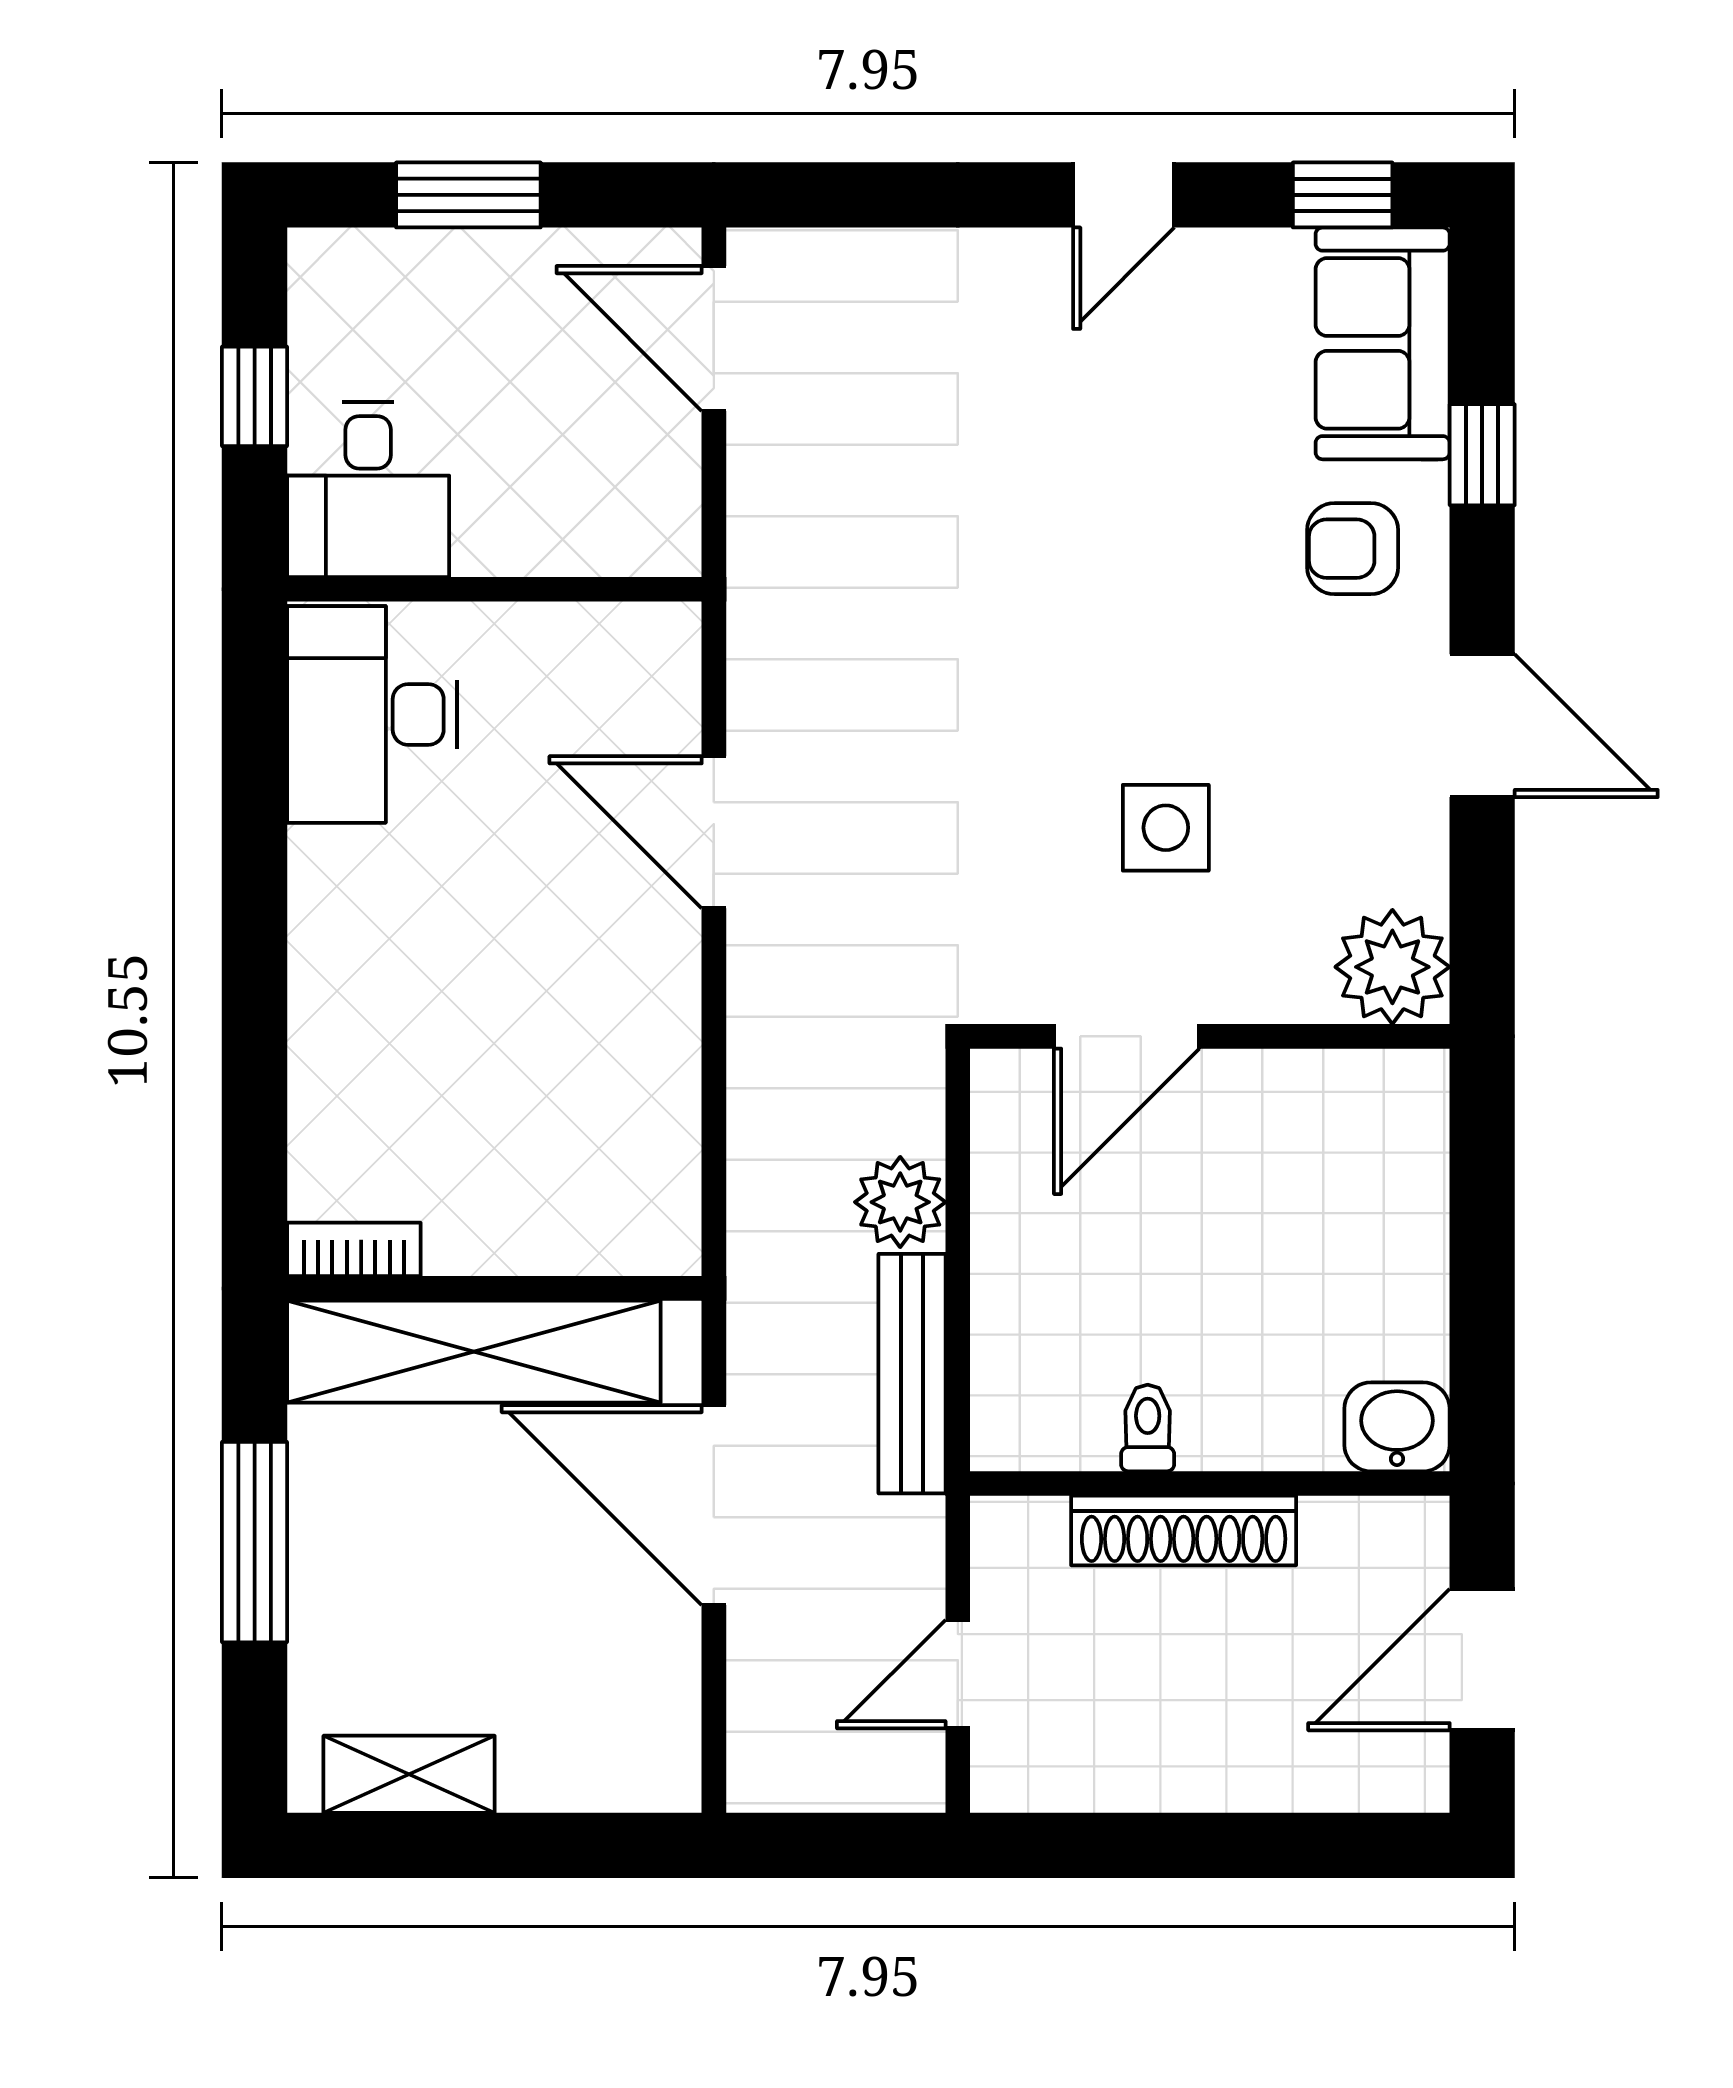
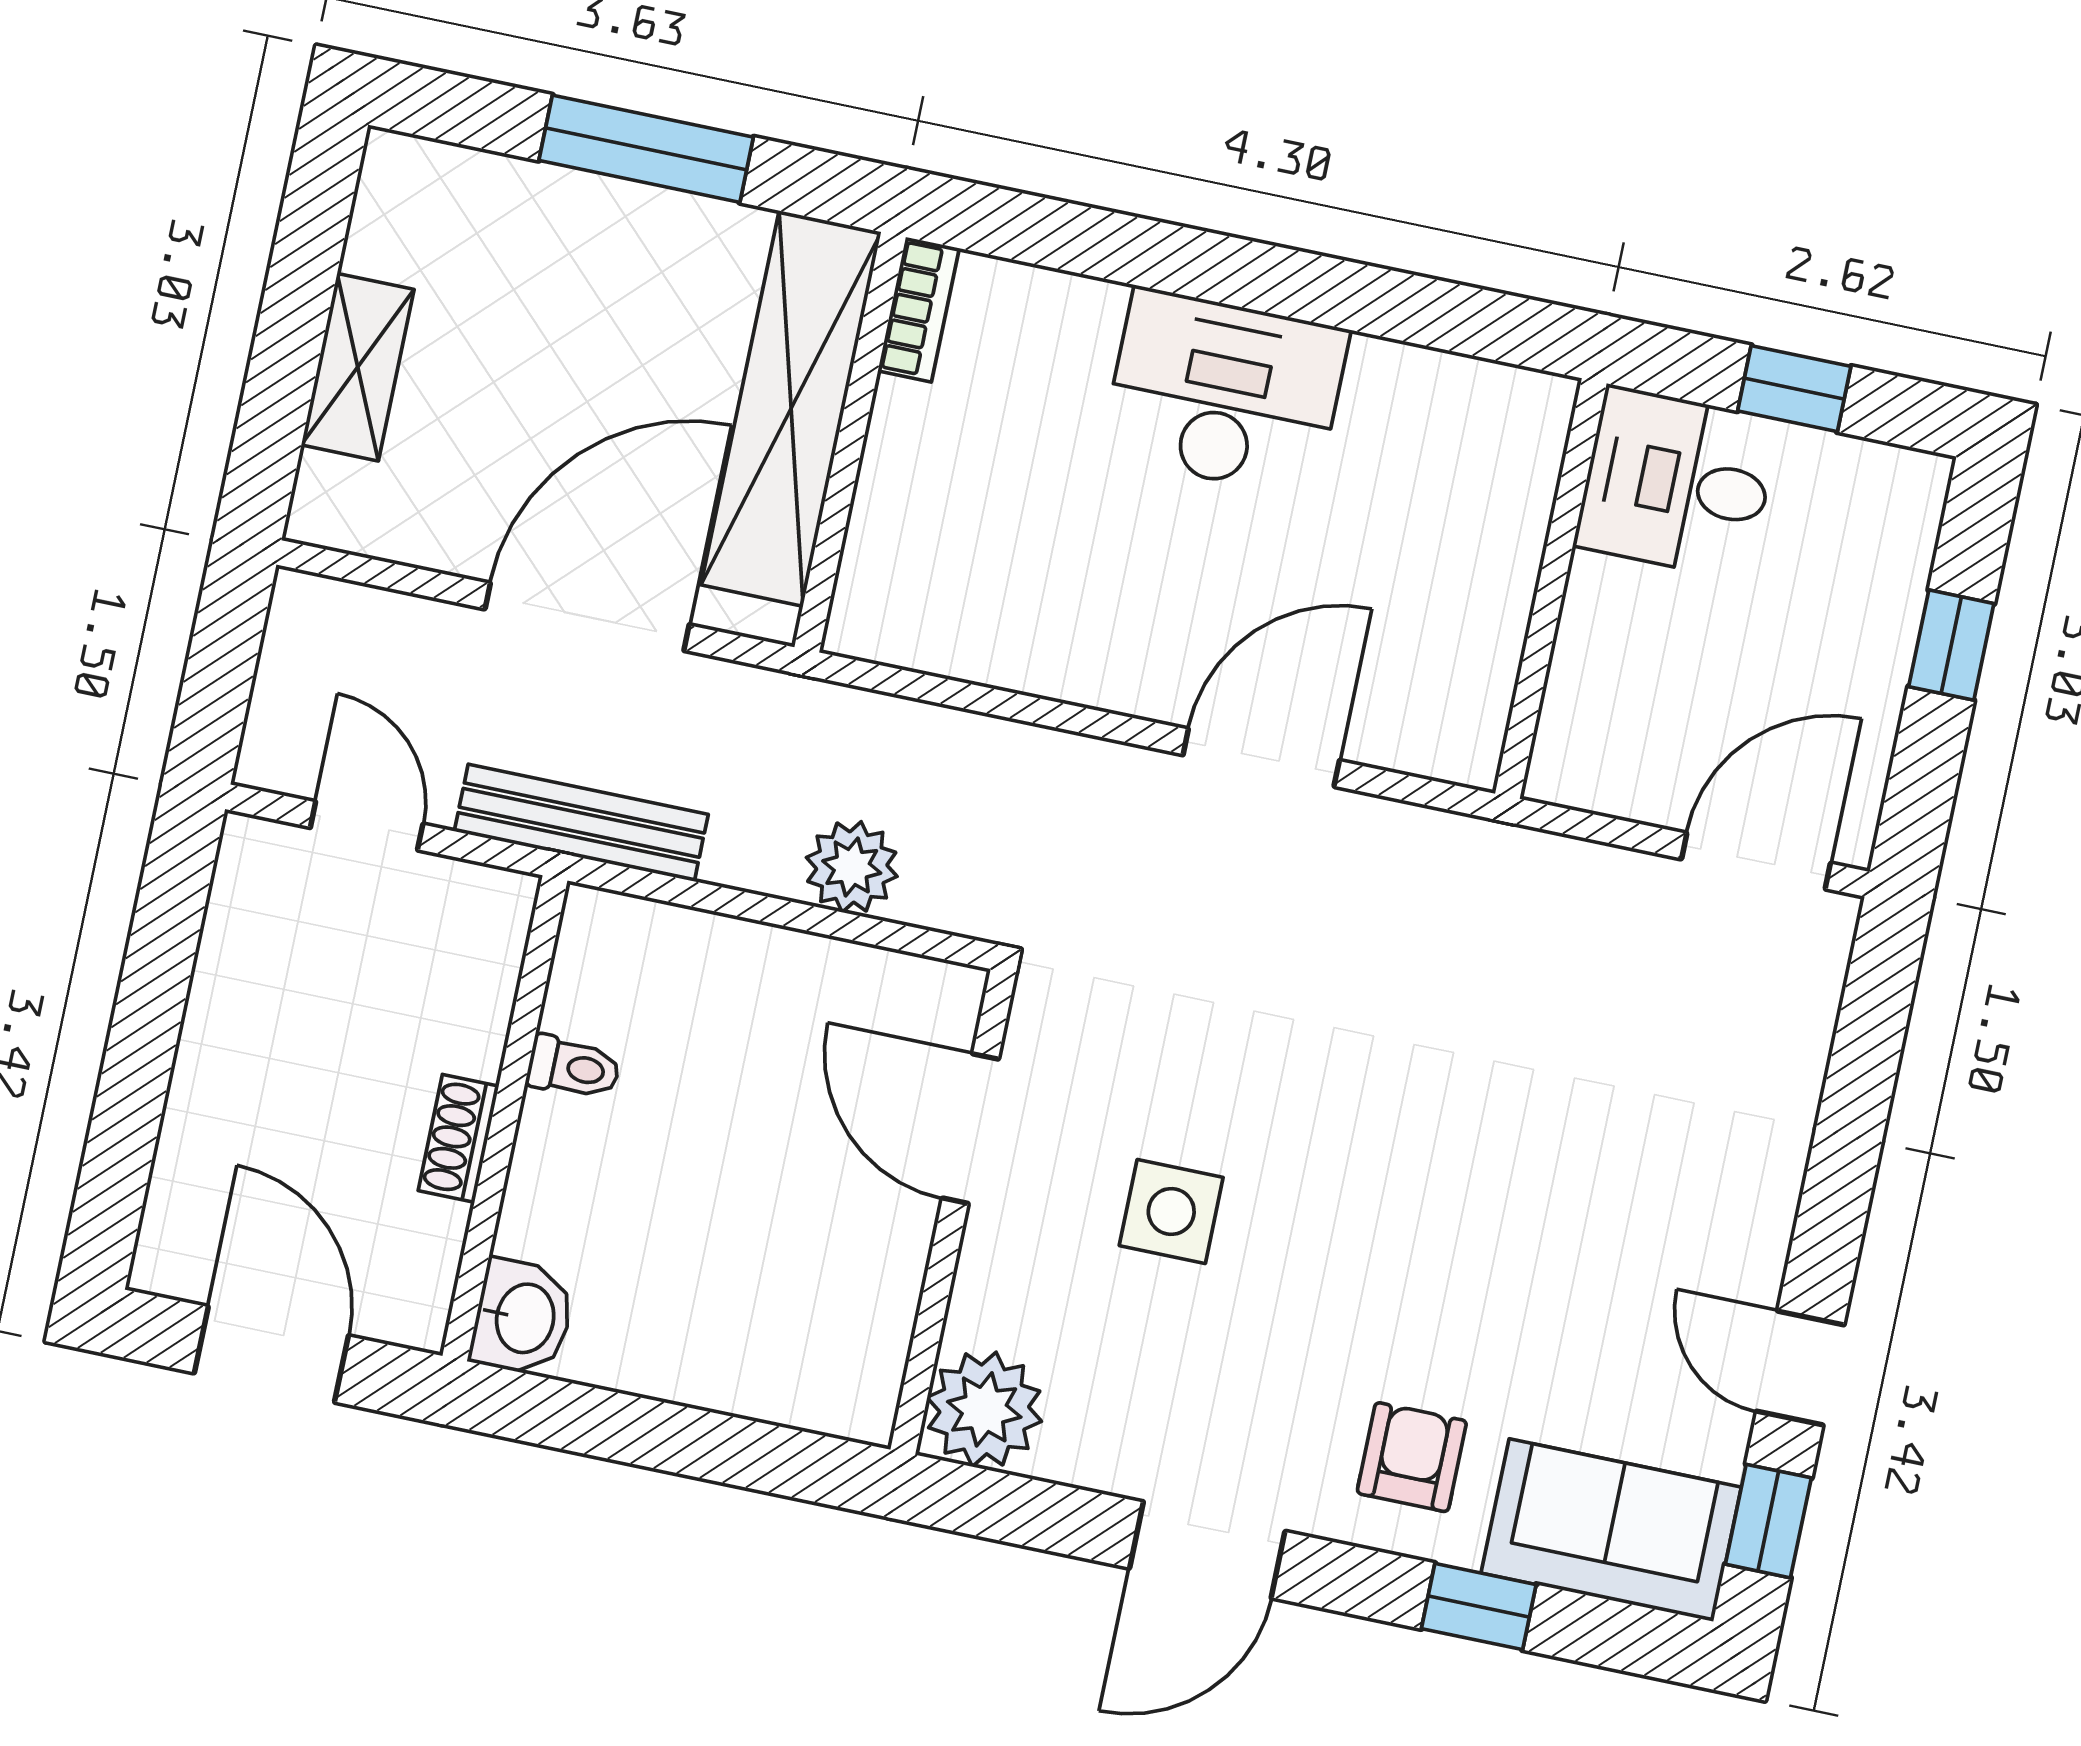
window: (468, 195) -> (1951, 645), width x0.67
door: (1124, 195) -> (1800, 1368), moved
desk: (372, 714) -> (1225, 393), moved
bench: (912, 1374) -> (581, 823), moved
shoe rack: (1184, 1530) -> (458, 1138), width x0.51, depth x0.81
shelving: (409, 1774) -> (358, 367), moved

